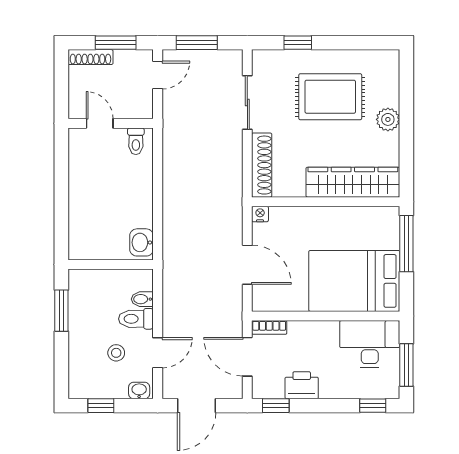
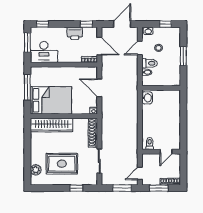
plant: (388, 119) -> (36, 170), moved
door: (100, 123) -> (166, 152), hinge flipped
window: (406, 244) -> (27, 87), moved
bed: (354, 281) -> (51, 100), moved
window: (61, 311) -> (183, 56), moved

